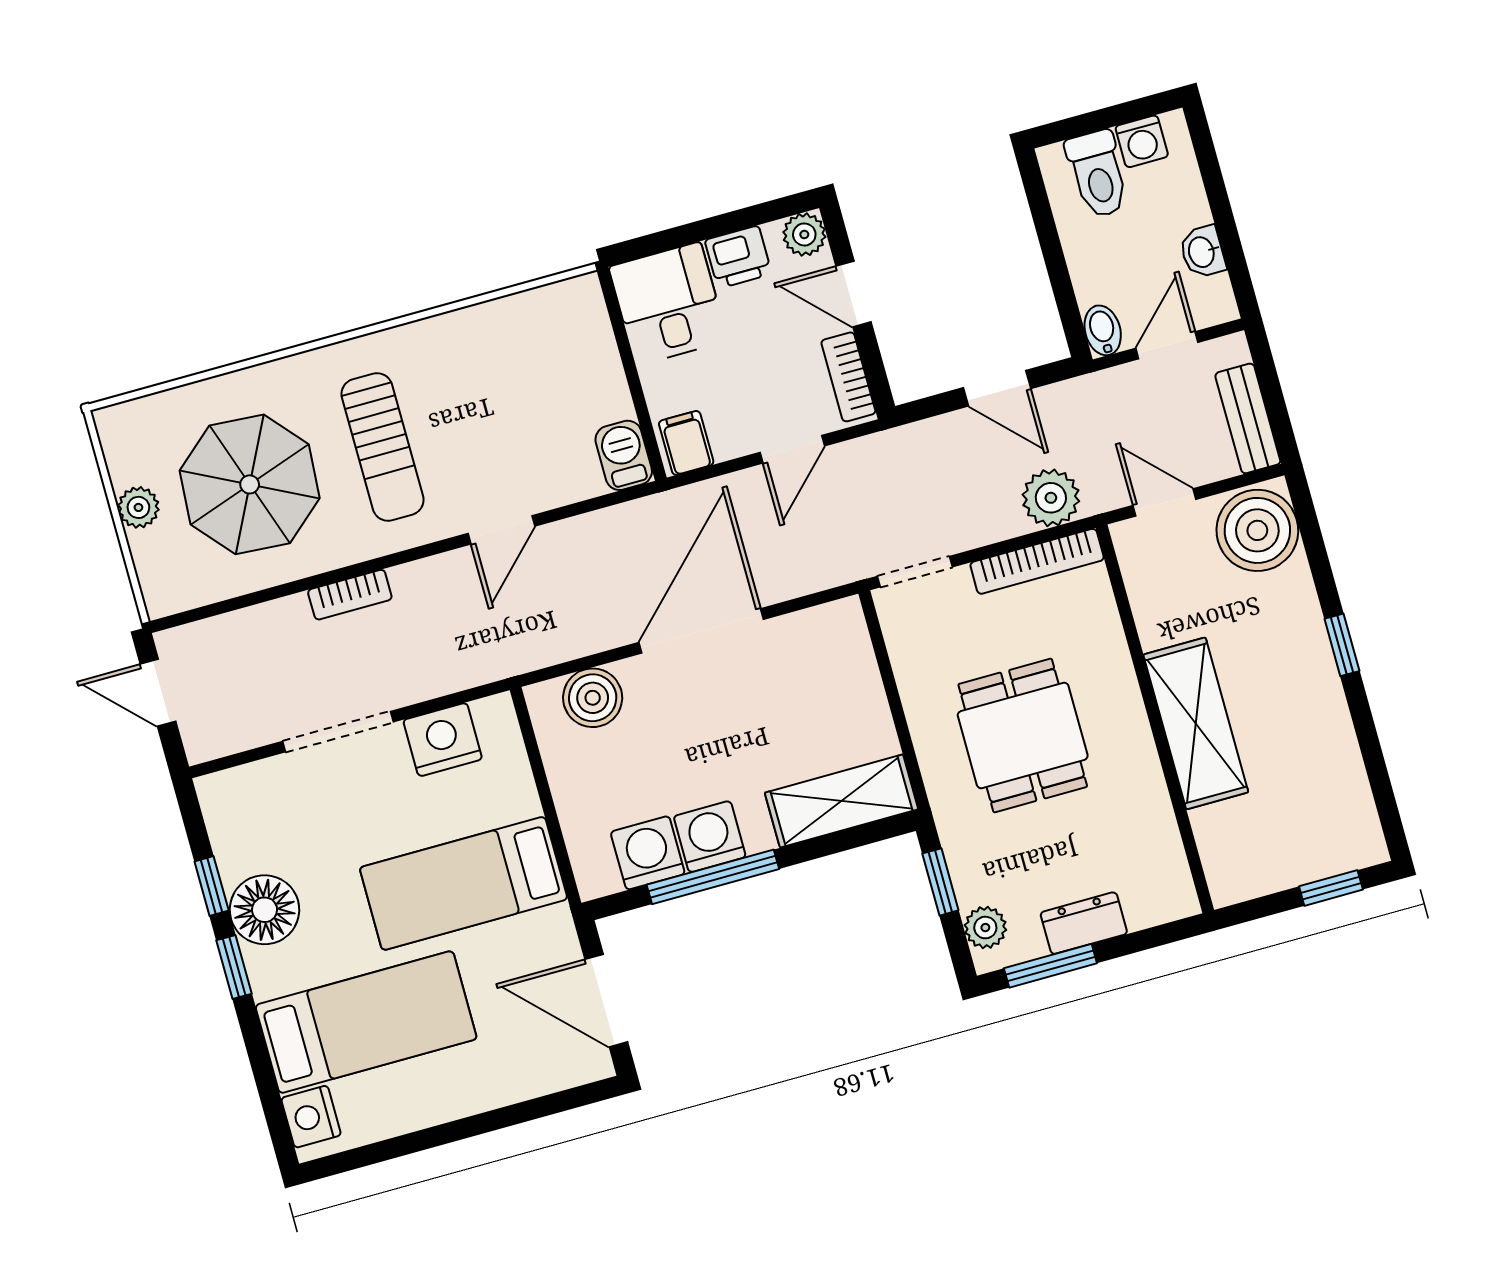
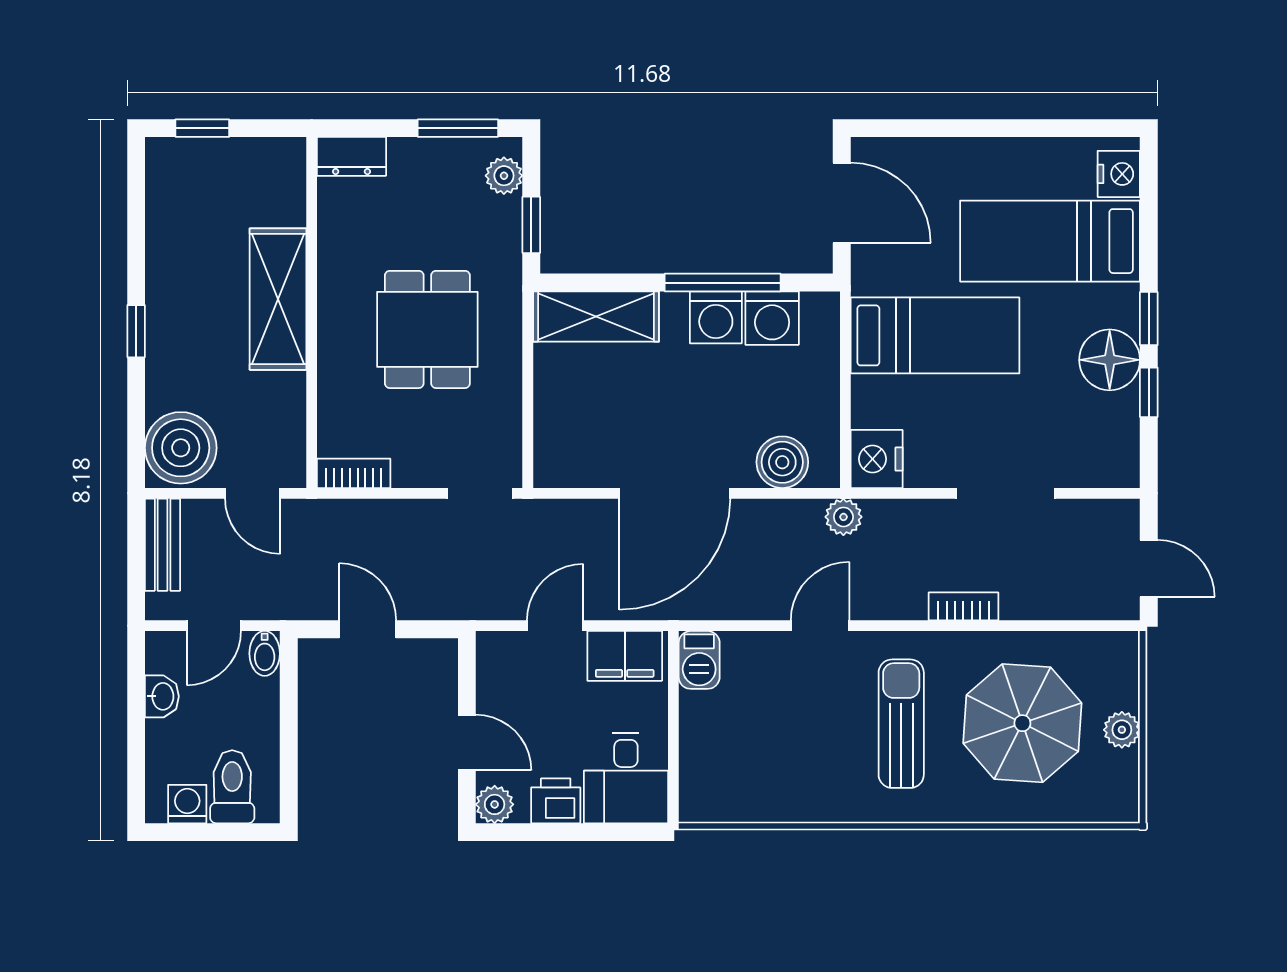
bookcase: (848, 377) -> (491, 674), removed
filing cabinet: (686, 443) -> (625, 656), width x2.00
plant: (1051, 498) -> (843, 517), moved, width x0.73, depth x0.73
bookcase: (1037, 561) -> (354, 473), width x0.64
nightstand: (443, 740) -> (877, 459), moved, turned 90
dresser: (1084, 923) -> (352, 156), moved

